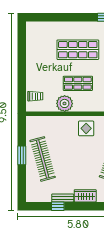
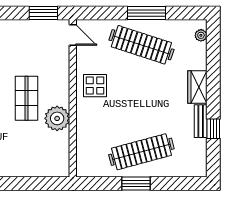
trolley: (35, 96) -> (46, 163), removed

